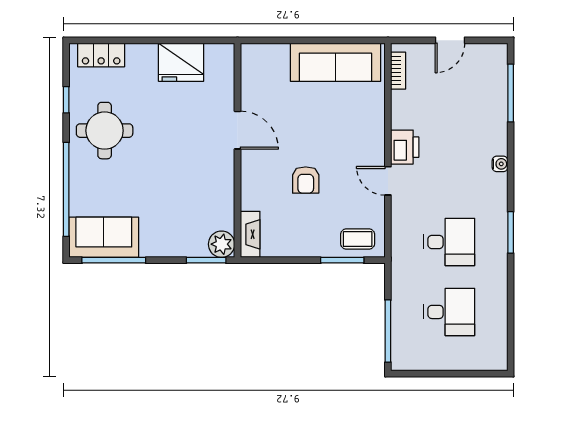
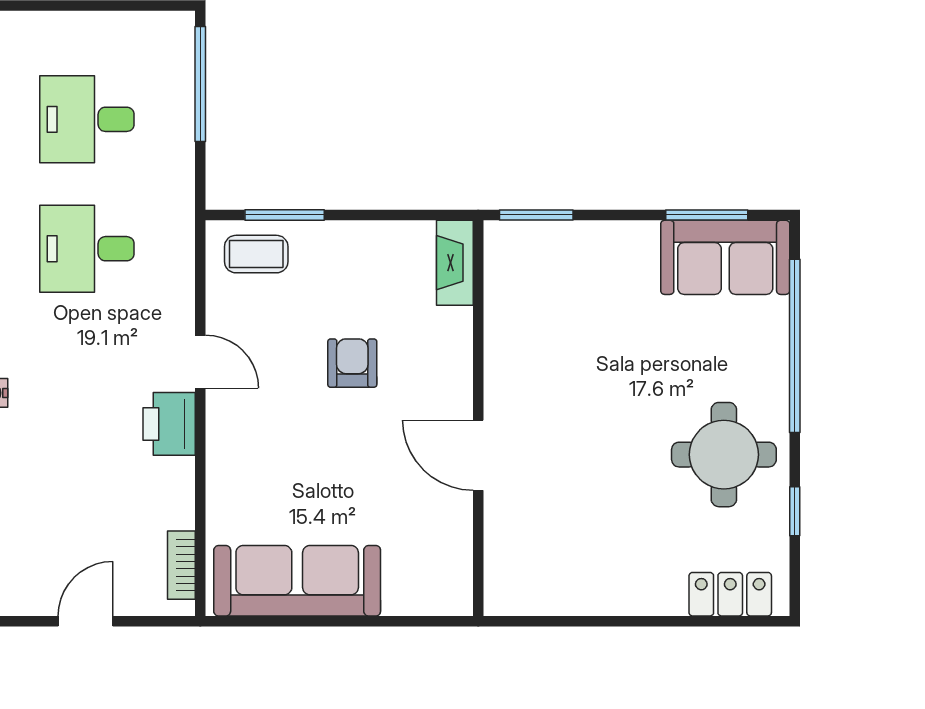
fridge: (181, 62) -> (583, 581), removed
plant: (222, 244) -> (508, 244), removed
window: (114, 260) -> (707, 215), width x0.69

